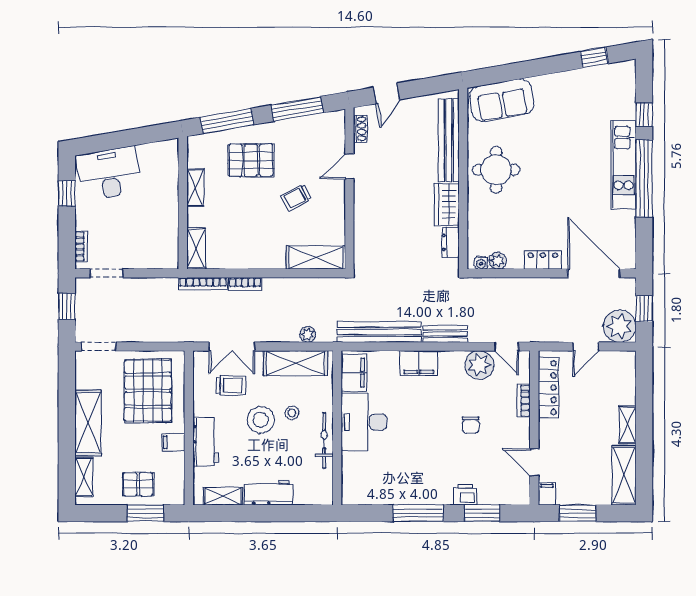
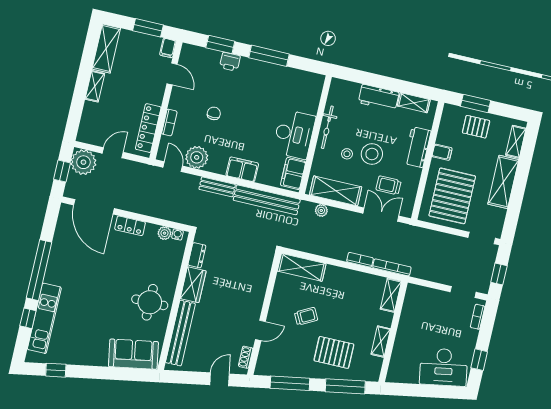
kitchen unit: (624, 165) -> (44, 318), moved

